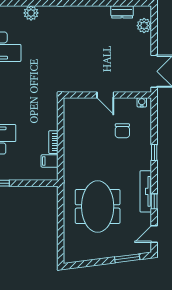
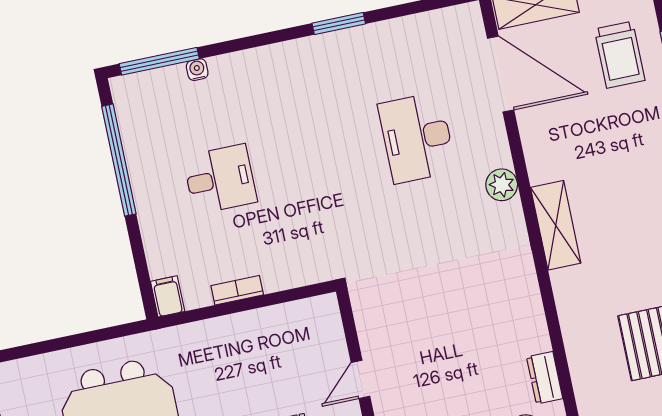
filing cabinet: (50, 161) -> (168, 296), moved

